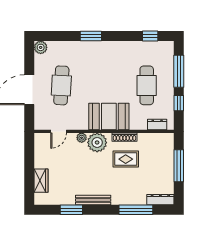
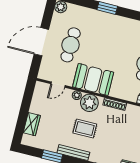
booth: (109, 116) -> (93, 79), moved
rug: (126, 159) -> (85, 129), moved

